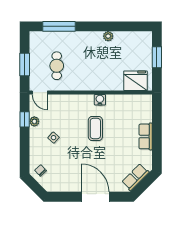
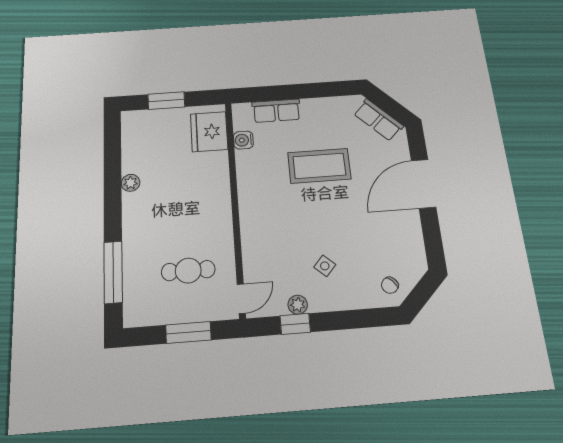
water cooler: (100, 100) -> (243, 140), moved
coffee table: (95, 128) -> (319, 166), moved, width x1.36, depth x1.32
row of seats: (146, 136) -> (276, 111), moved

